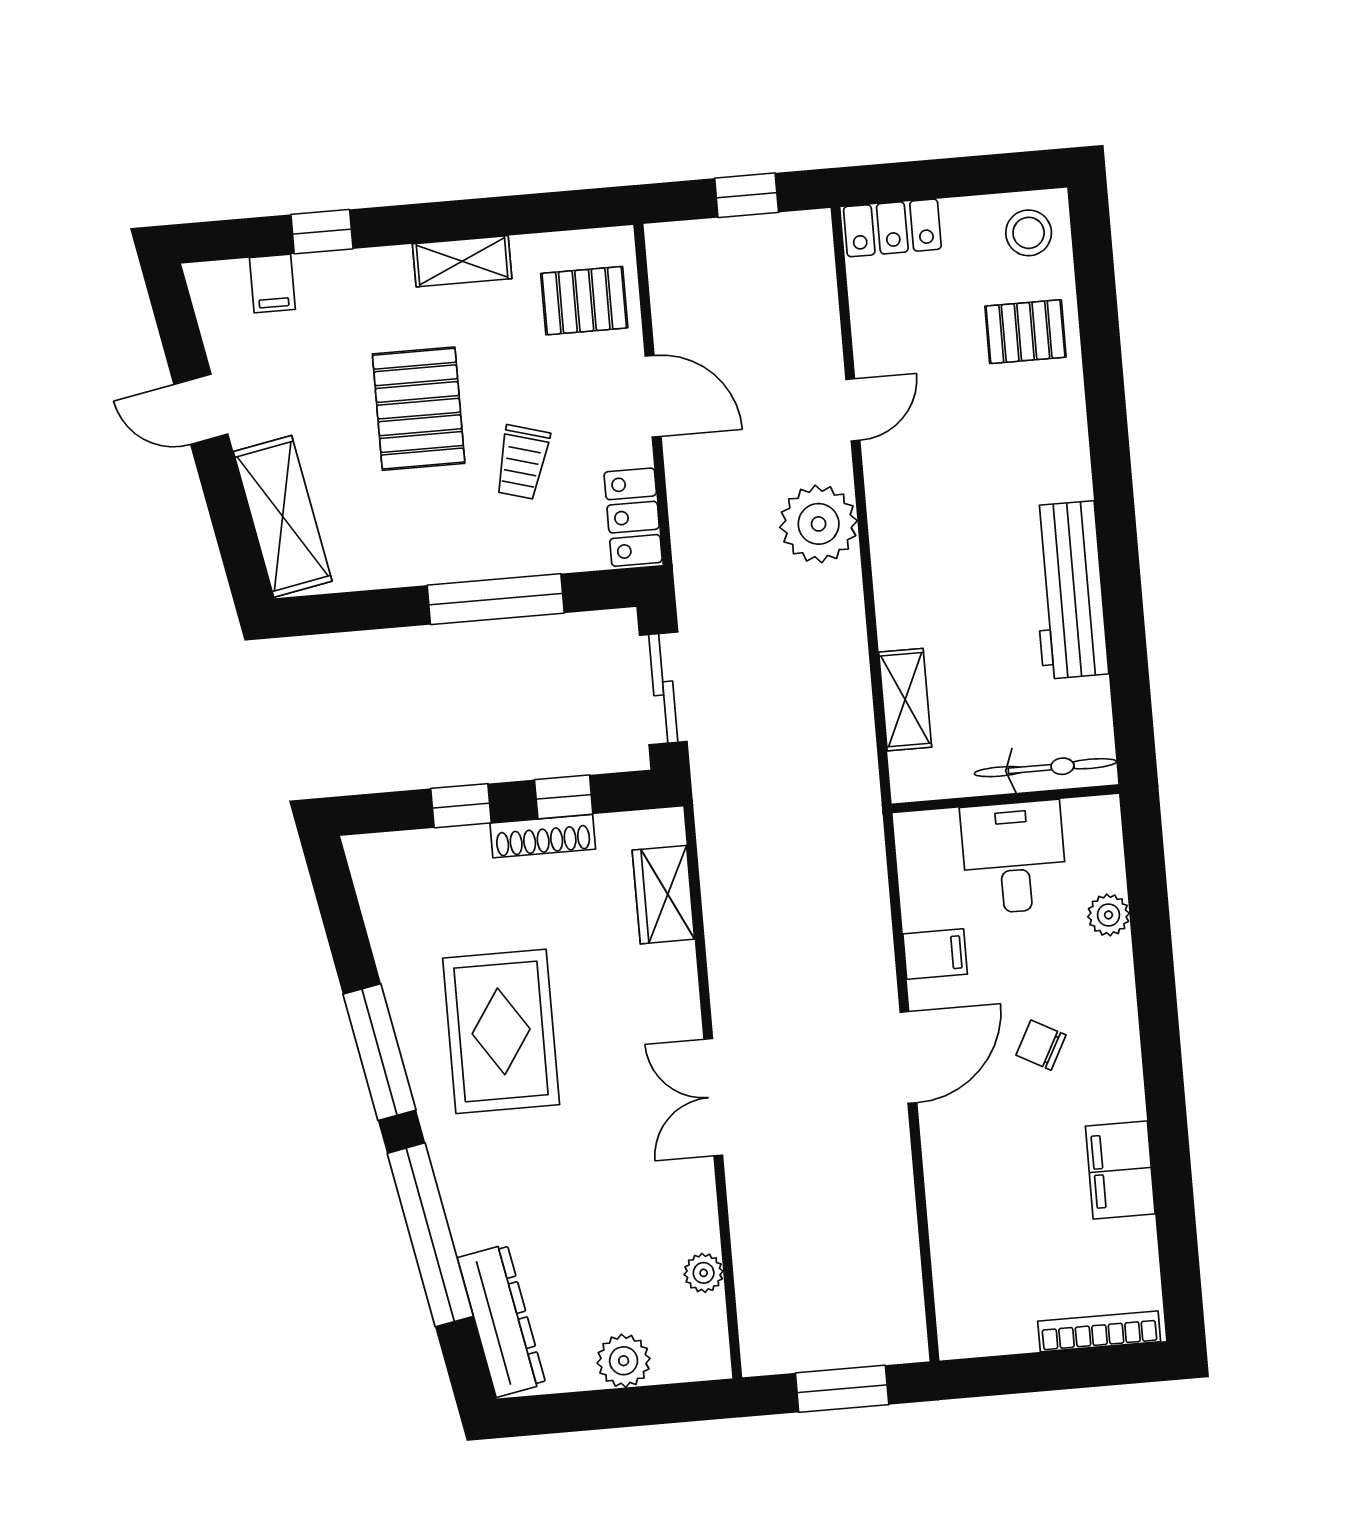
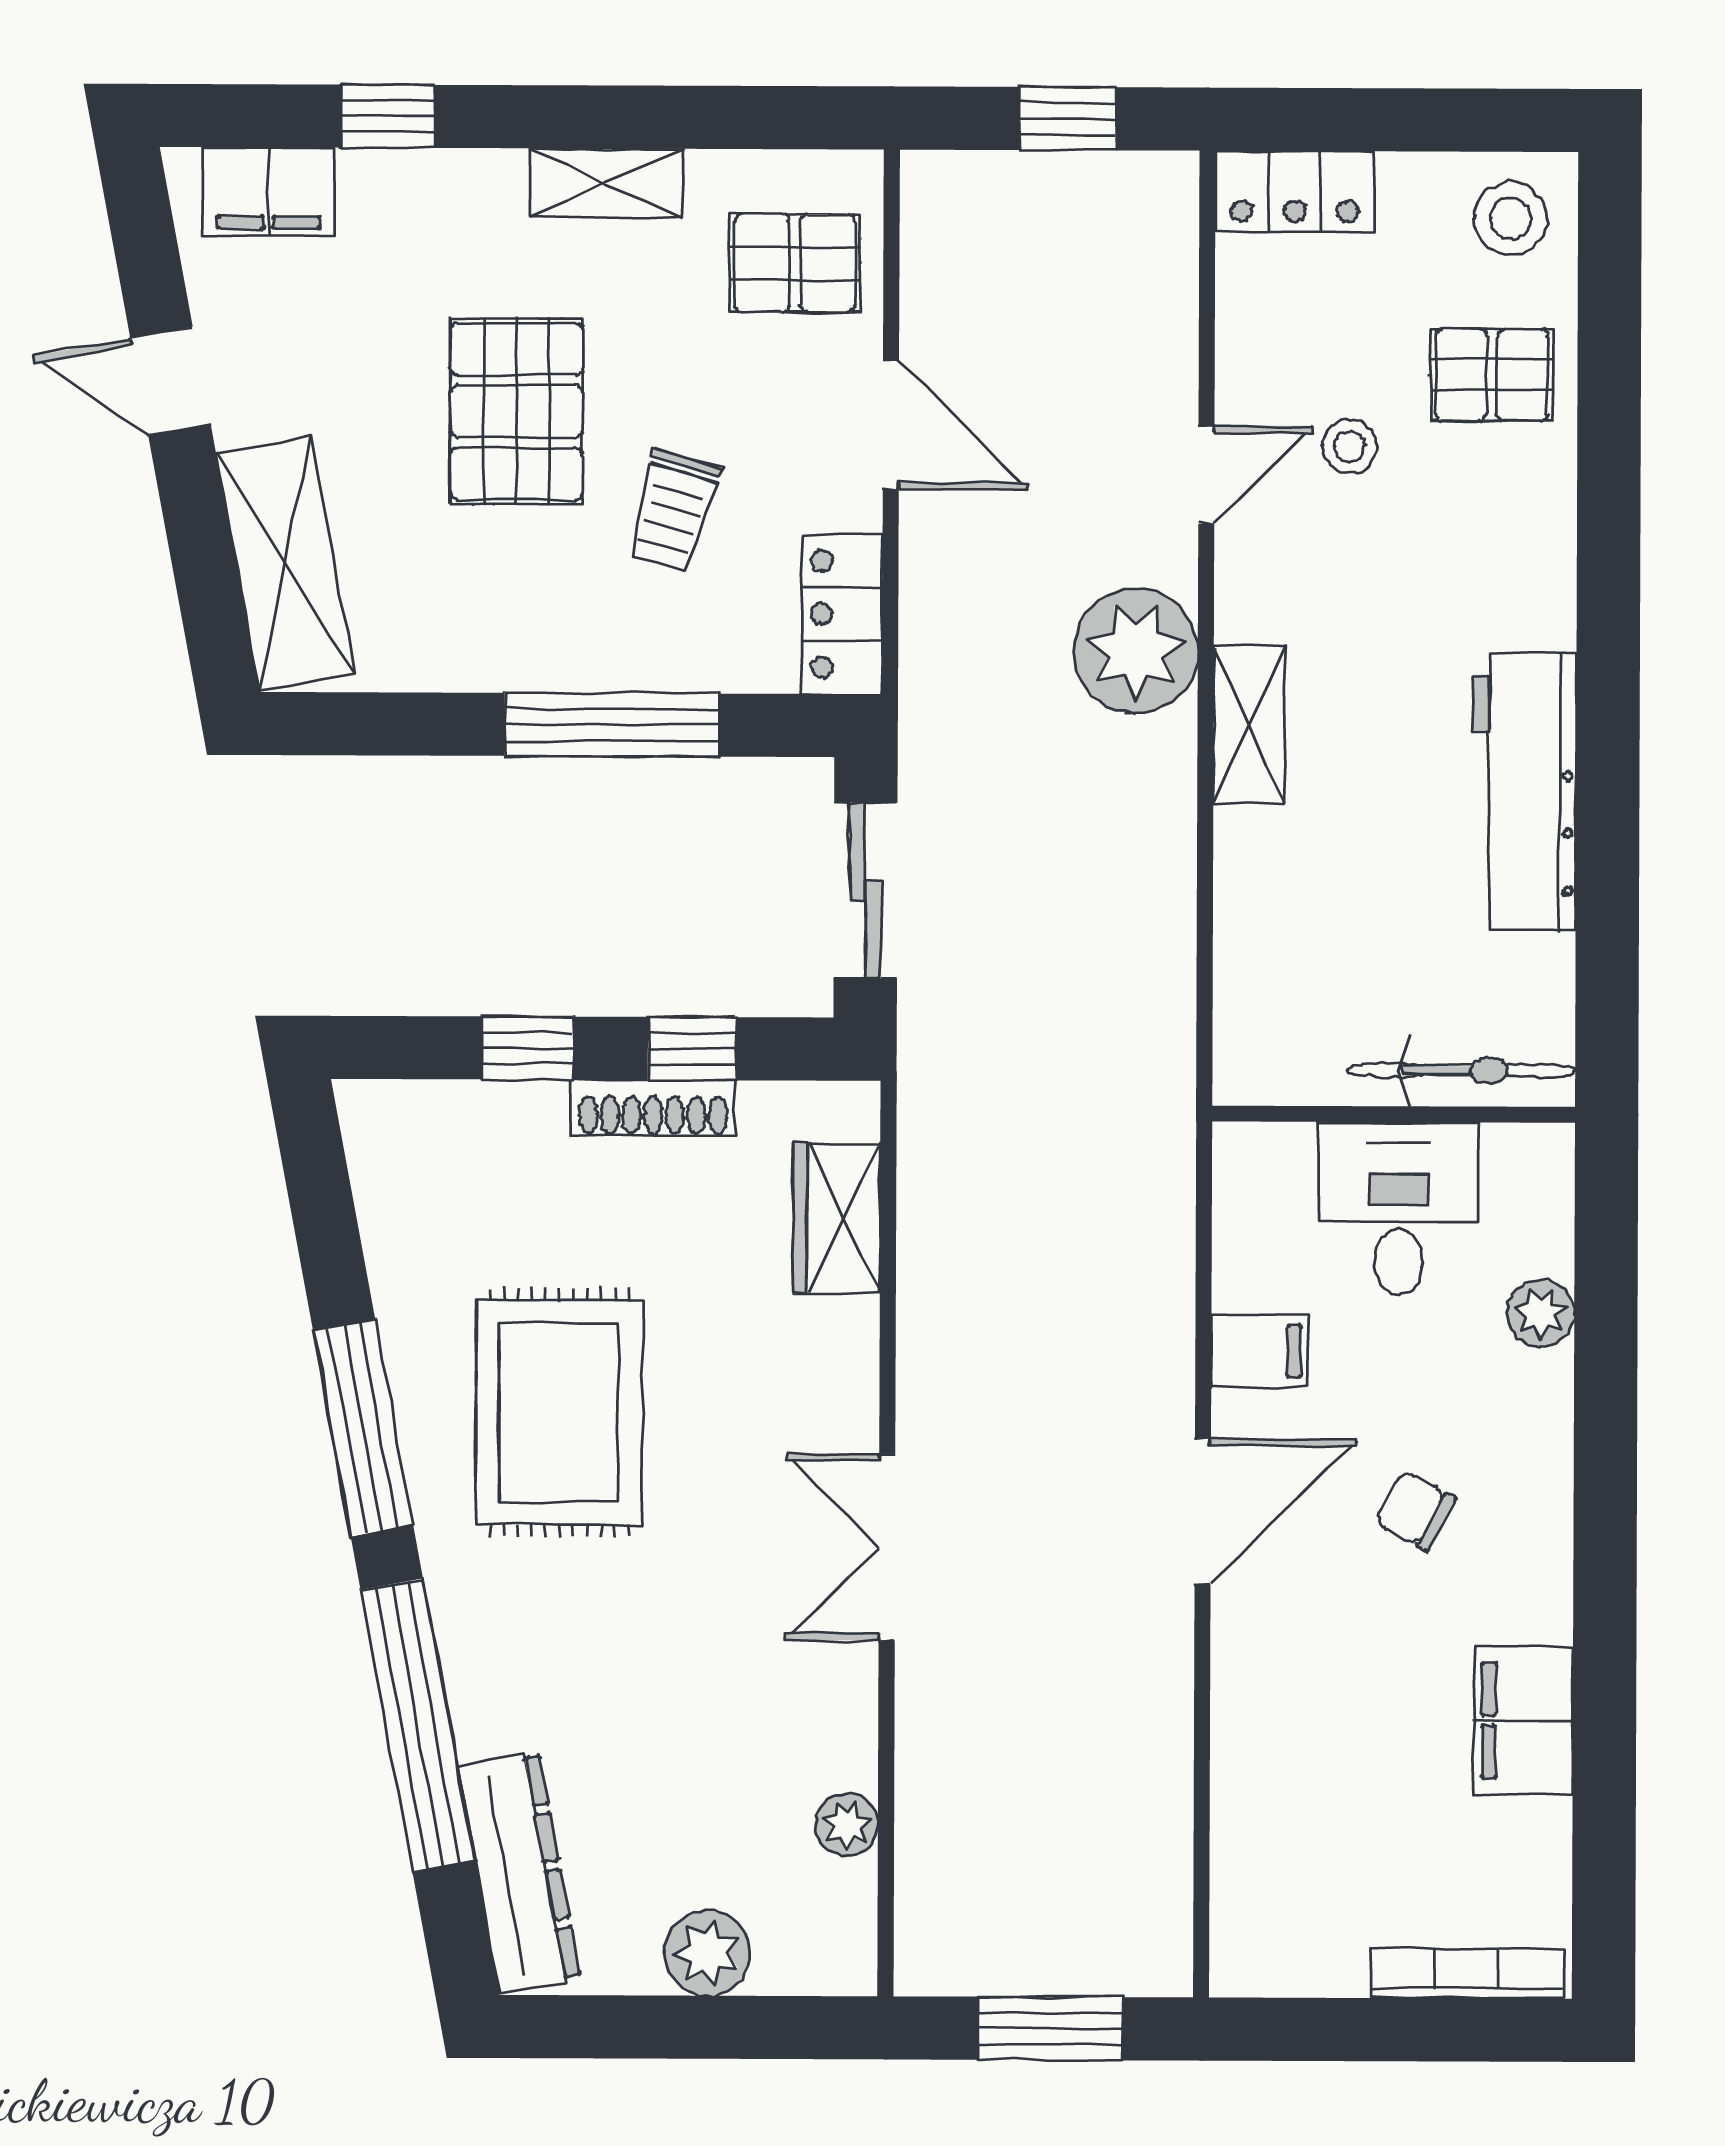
filing cabinet: (272, 284) -> (269, 192), width x2.00
stool: (941, 384) -> (1349, 446), added
shelving: (905, 700) -> (1249, 725), moved

